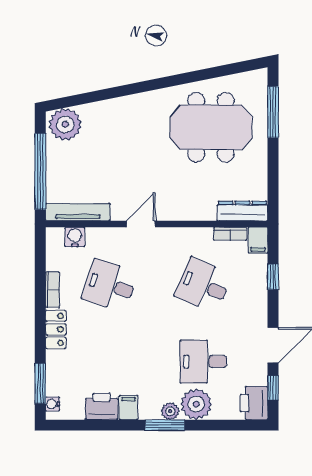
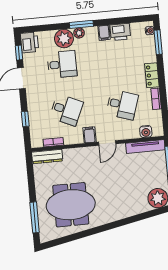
filing cabinet: (258, 240) -> (89, 135), moved

